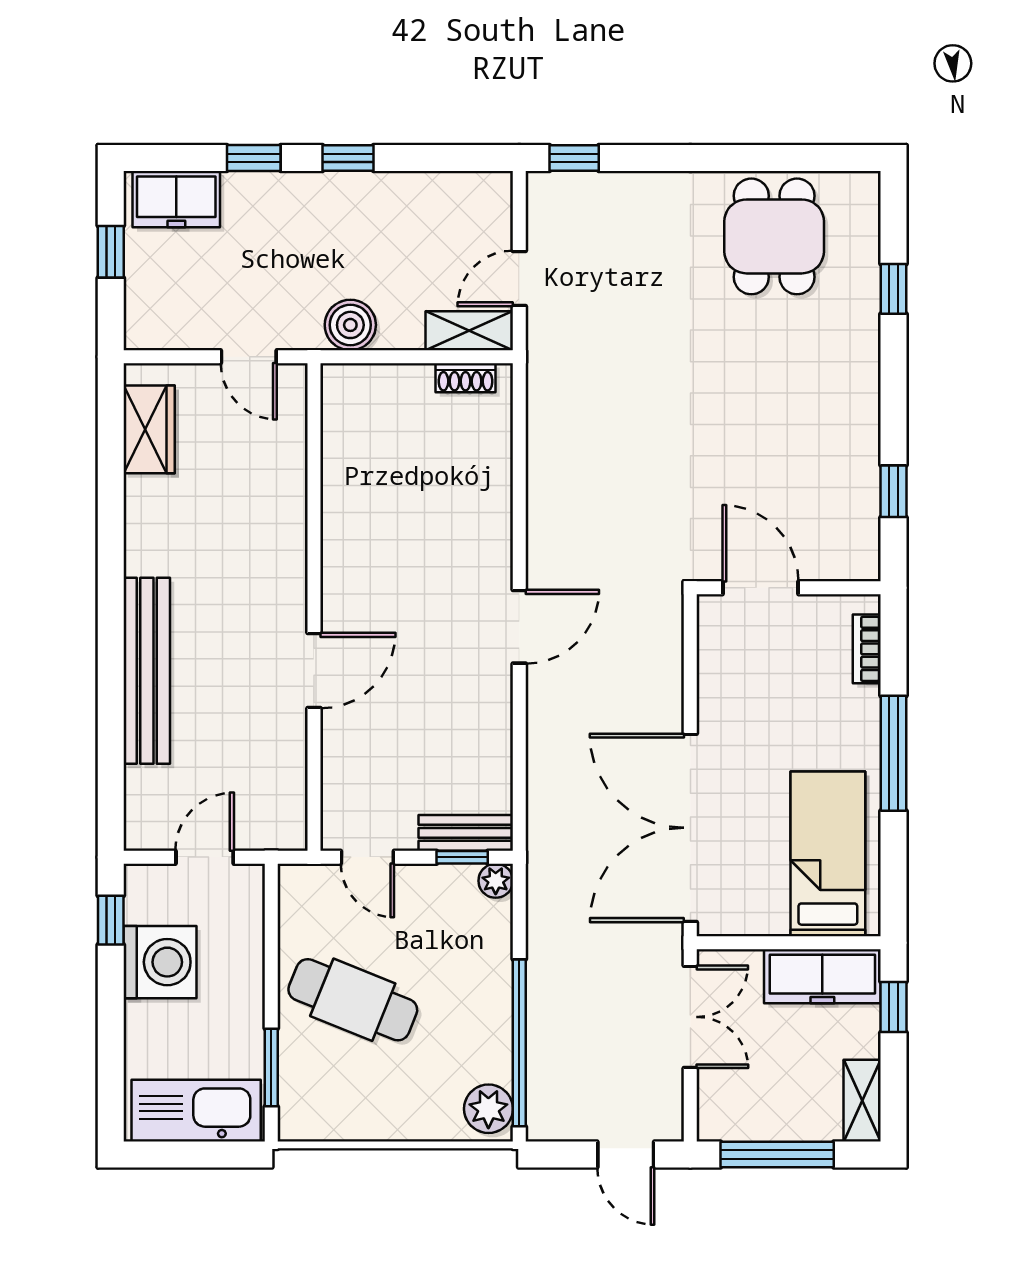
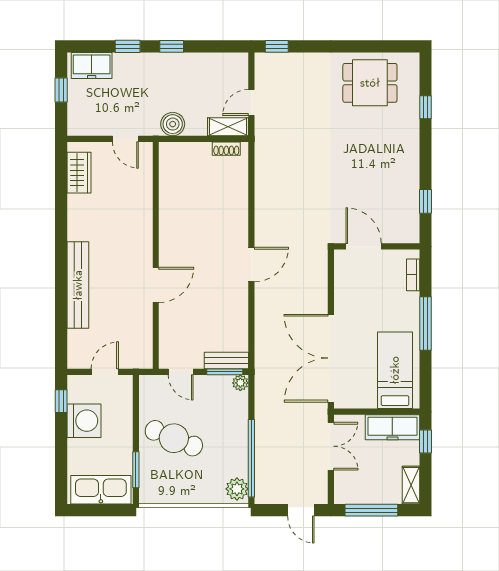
dining table: (774, 236) -> (370, 83), turned 90
window: (462, 857) -> (225, 372), width x1.50

